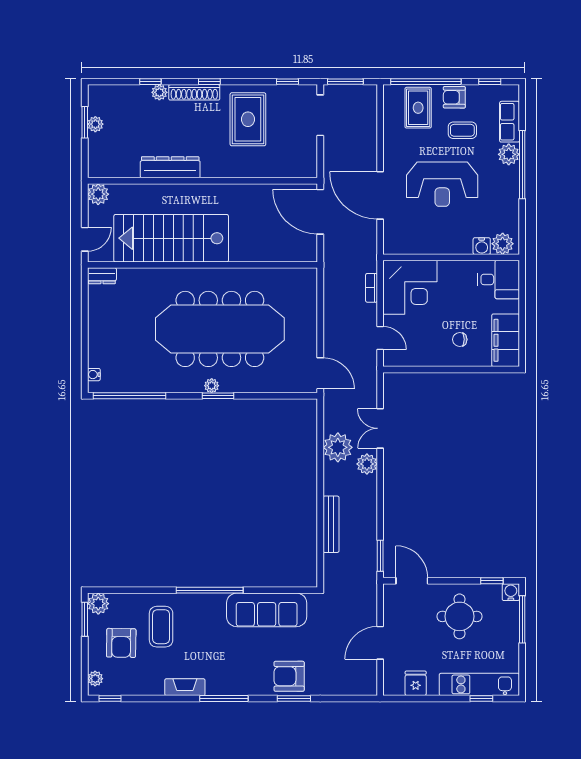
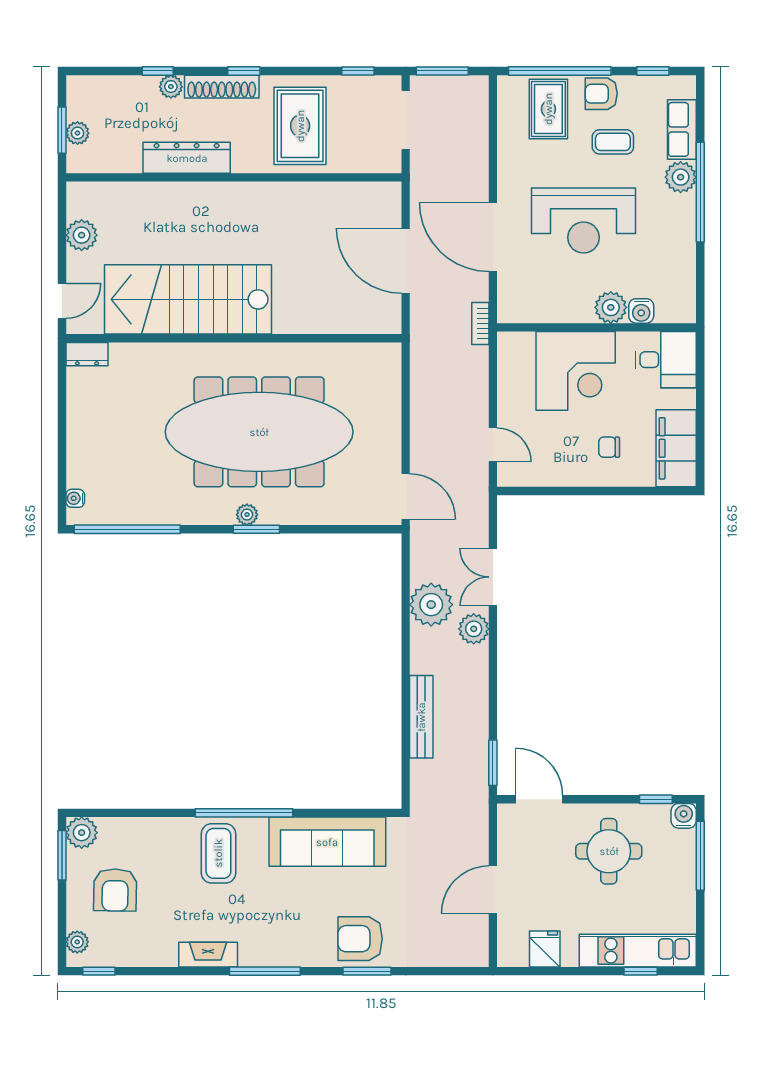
dresser: (170, 167) -> (187, 158), moved
wall: (203, 181) -> (234, 177), moved
plant: (503, 244) -> (611, 307), moved
corner desk: (410, 287) -> (576, 371), moved
bookcase: (371, 288) -> (480, 323), moved
coffee table: (161, 627) -> (218, 853), moved

